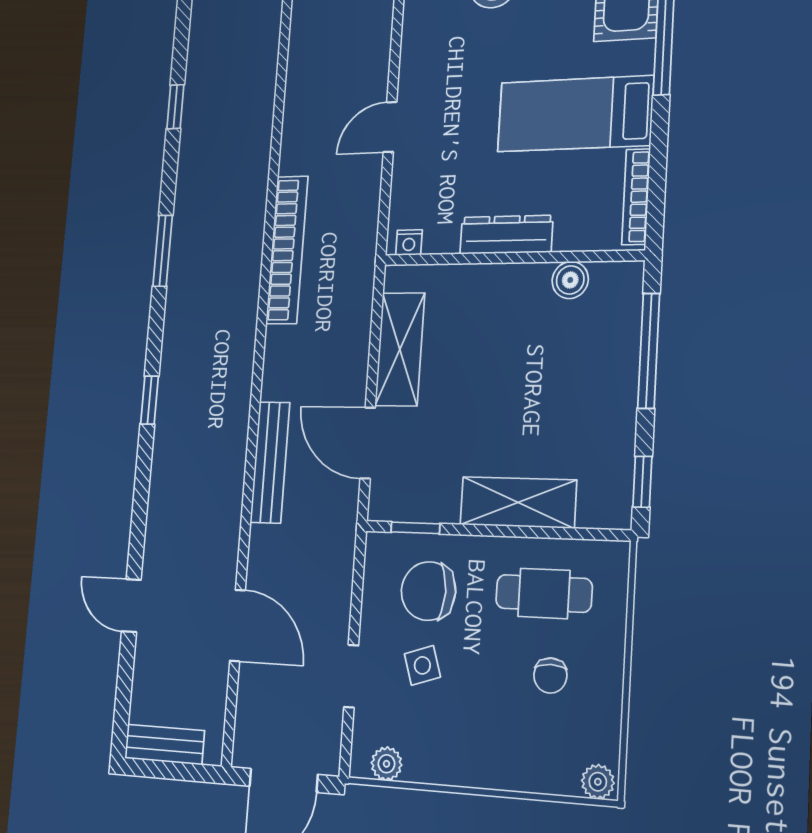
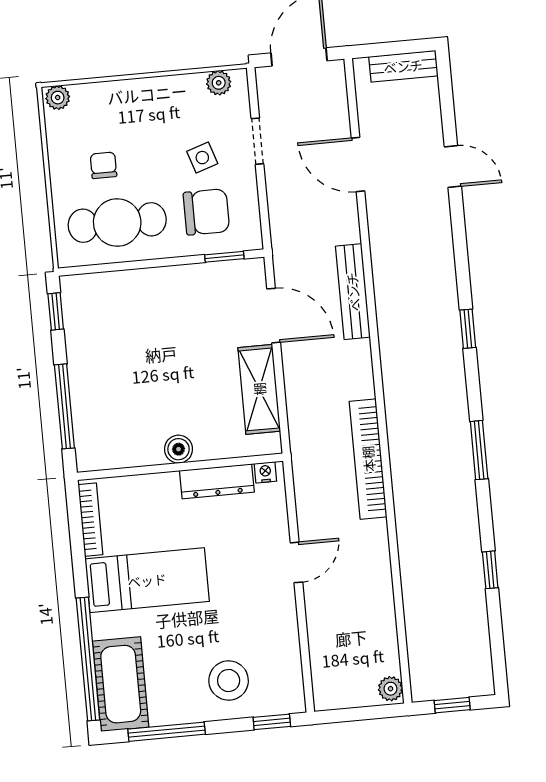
dresser: (506, 235) -> (217, 481), moved
boiler: (570, 280) -> (179, 449), moved
shelving: (518, 502) -> (147, 285), removed
cafe table: (544, 593) -> (117, 222), width x1.37, depth x1.35

